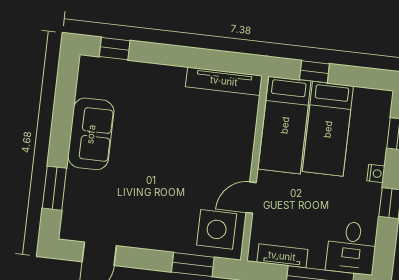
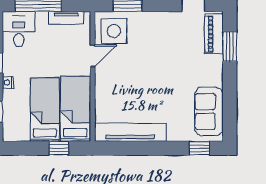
tv unit: (224, 81) -> (130, 132), width x1.36, depth x1.29
sofa: (91, 134) -> (209, 111), moved
piano: (75, 209) -> (214, 34), added

